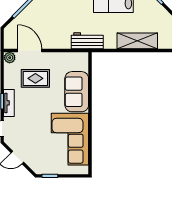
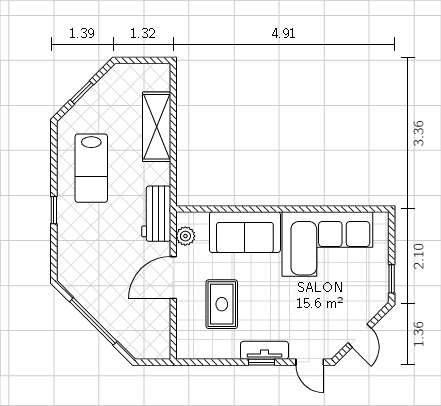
door: (30, 51) -> (173, 278), moved
plant: (10, 58) -> (185, 236), moved

